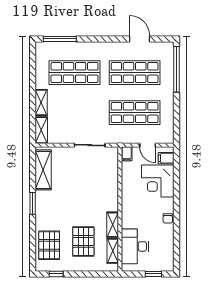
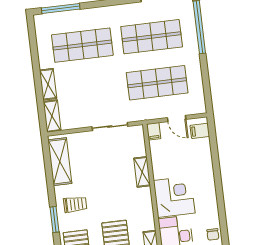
corner desk: (158, 181) -> (174, 197), moved, turned 180
window: (33, 203) -> (55, 220), moved
trolley: (52, 208) -> (75, 204), added
chair: (168, 218) -> (213, 234), moved
shelving: (113, 225) -> (142, 172), moved

